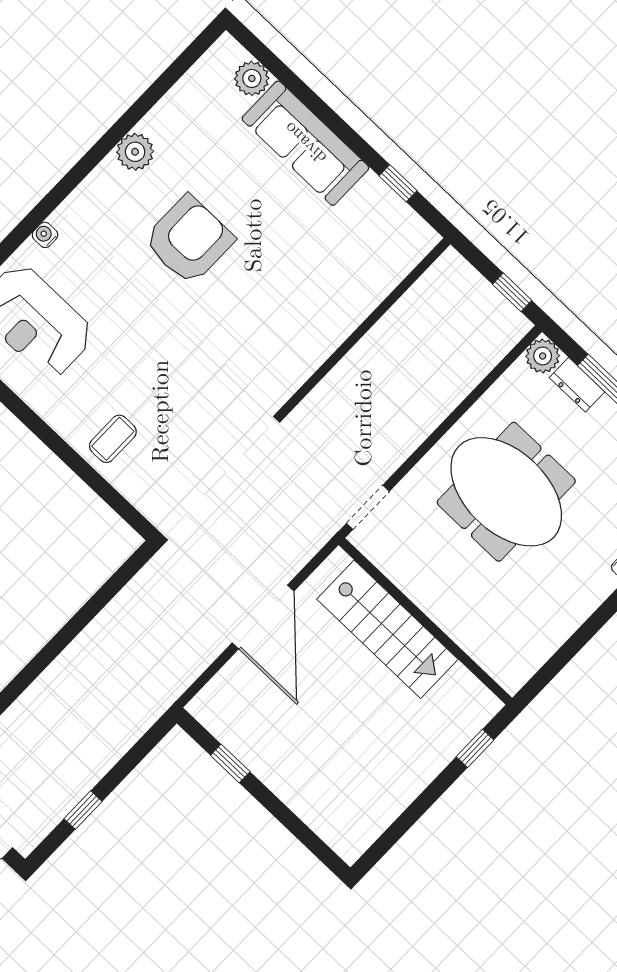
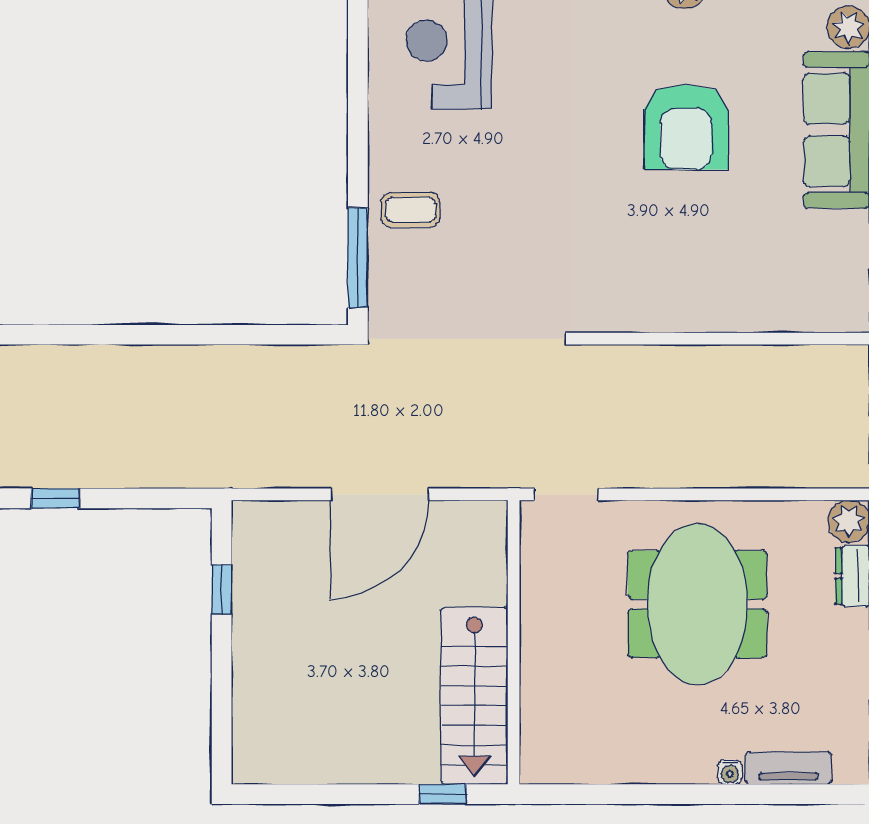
armchair: (189, 240) -> (686, 127), moved, turned 90
window: (112, 497) -> (358, 258), added
stairs: (387, 629) -> (474, 696), moved

